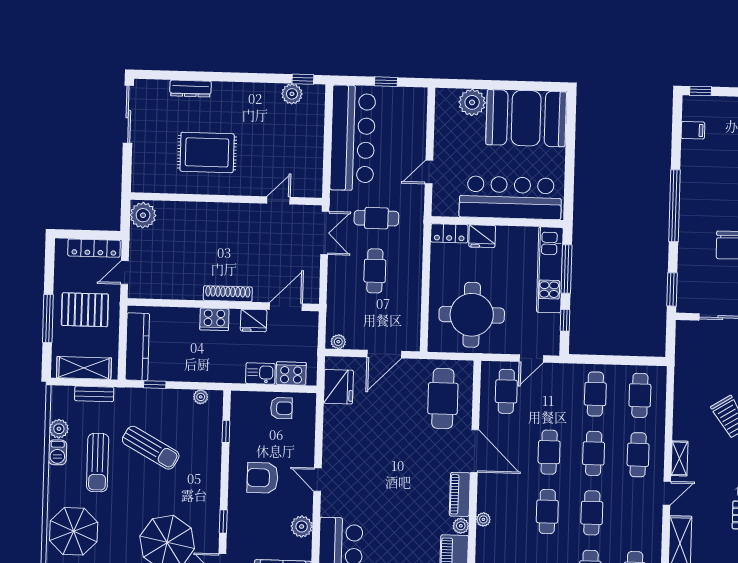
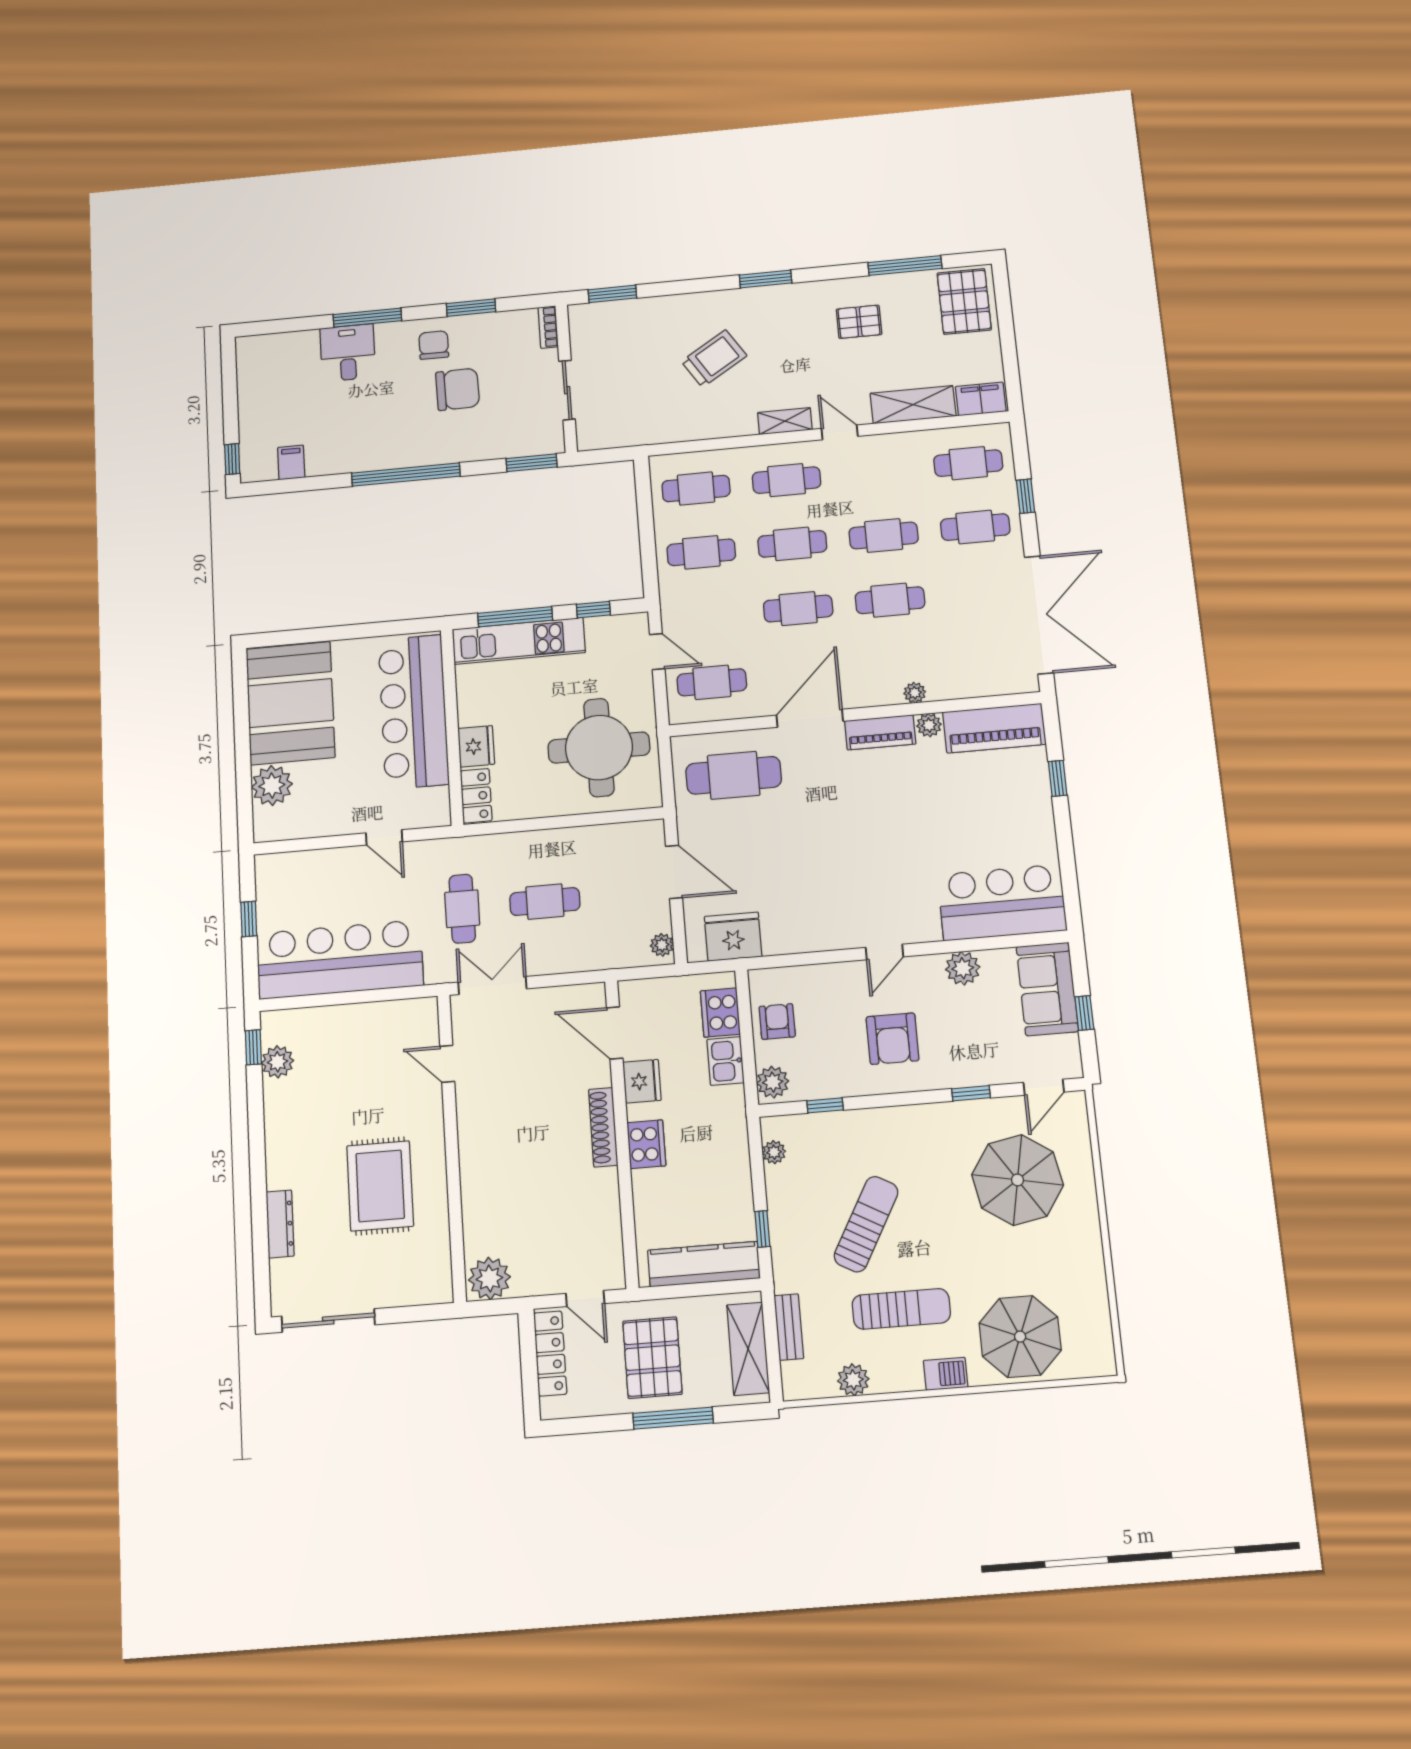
plant: (244, 401) -> (773, 1082), added
barbecue: (57, 452) -> (946, 1374), moved

